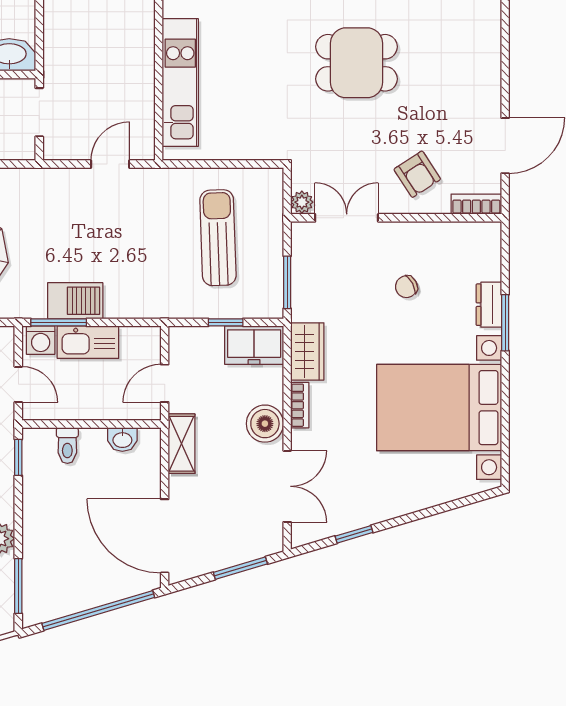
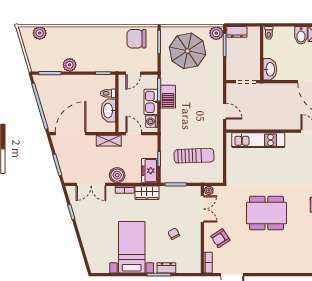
dining table: (357, 63) -> (266, 213), width x1.38
washing machine: (41, 340) -> (152, 121), moved
bed with nightstands: (439, 408) -> (132, 247), width x0.73
washbasin: (122, 439) -> (108, 111), width x1.91, depth x1.45

